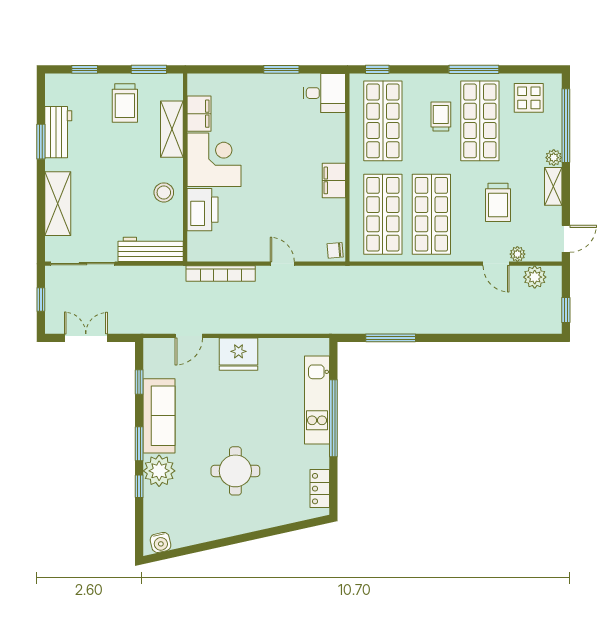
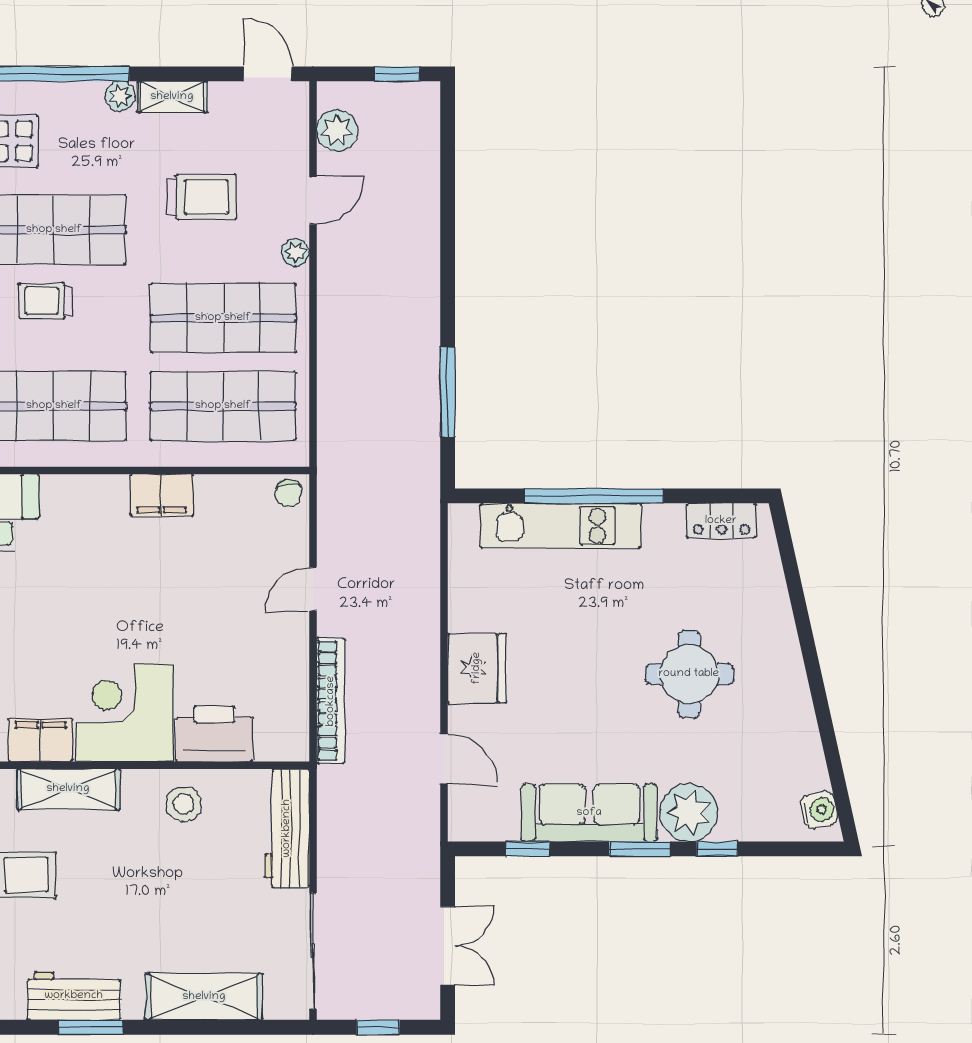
plant: (517, 254) -> (295, 252), moved
double door: (86, 338) -> (448, 946), swing flipped

